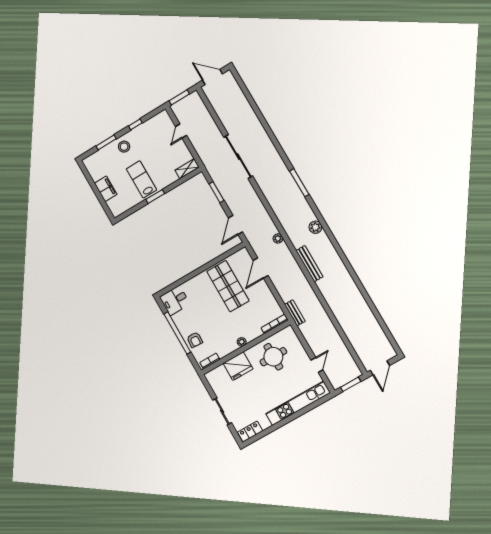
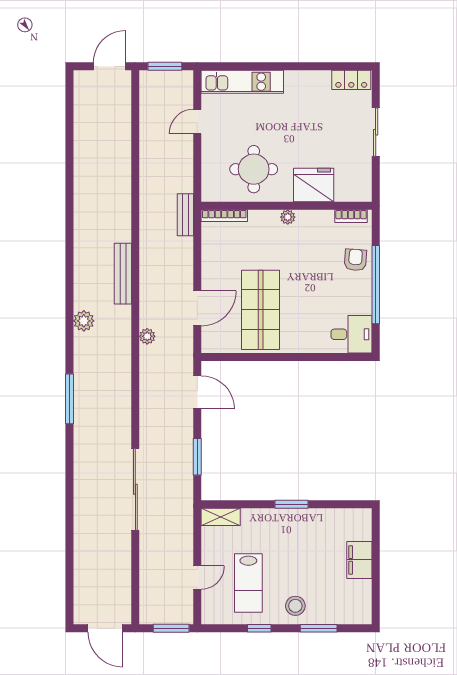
lab bench: (141, 179) -> (248, 583), moved
door: (236, 225) -> (197, 392), hinge flipped
kitchen unit: (298, 403) -> (242, 82), width x0.73

